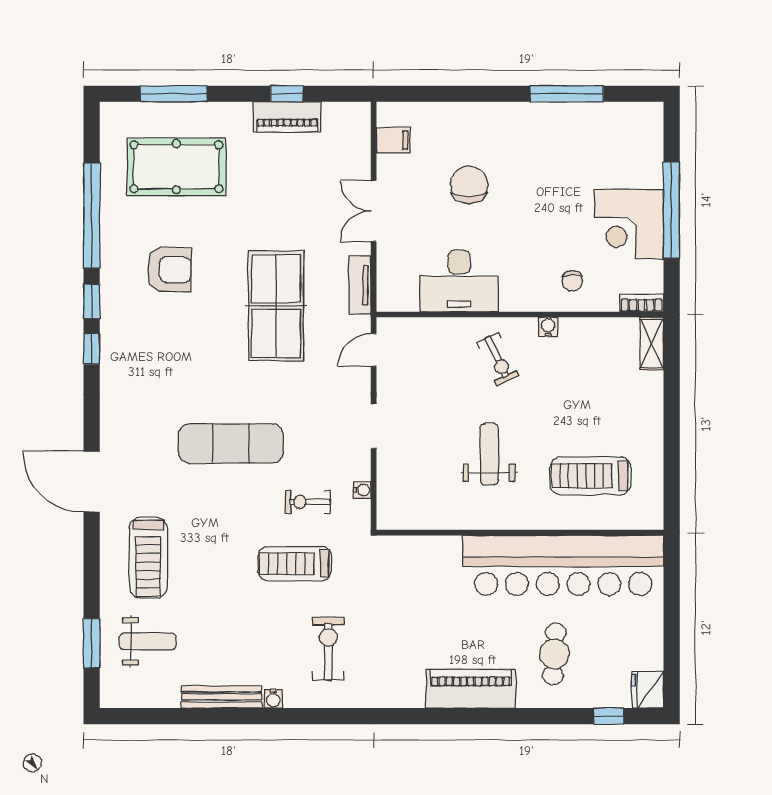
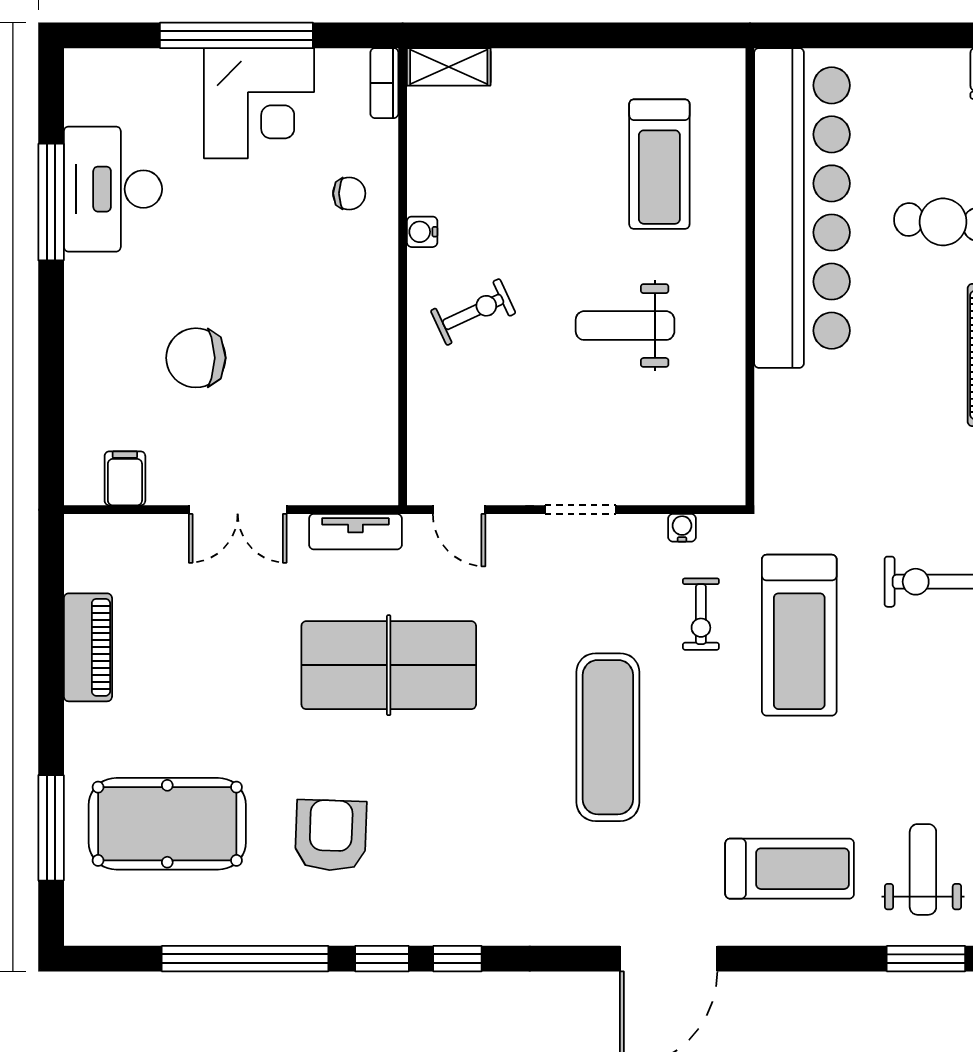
window: (287, 94) -> (51, 648), removed
pool table: (176, 167) -> (167, 824), turned 90
desk: (459, 281) -> (113, 189), moved, turned 180
treadmill: (295, 564) -> (799, 635), width x1.37, depth x1.38

